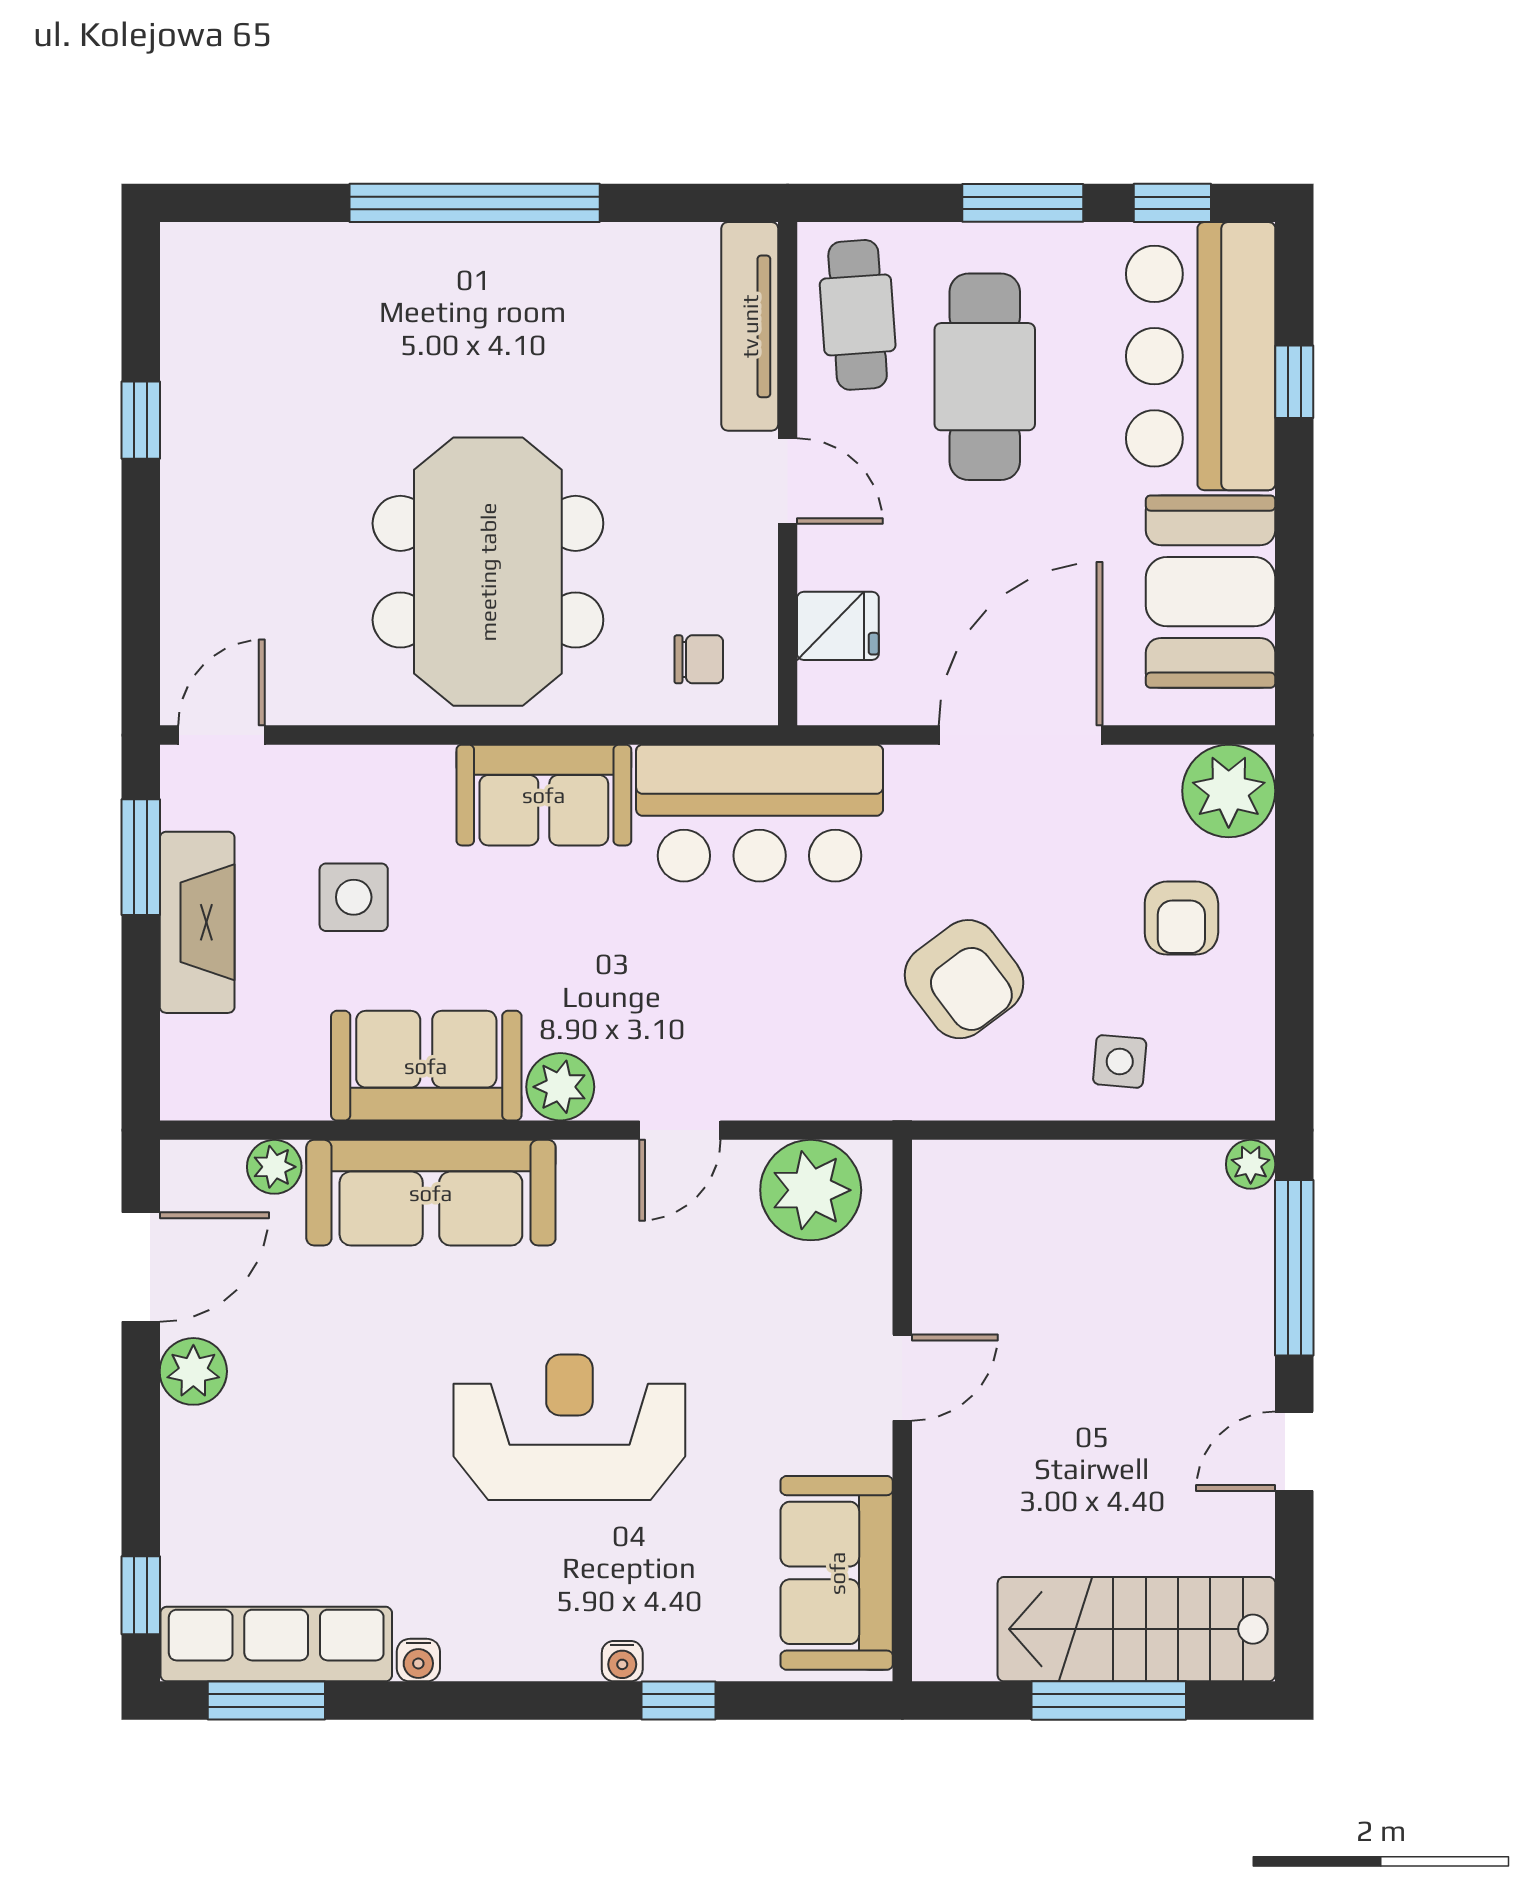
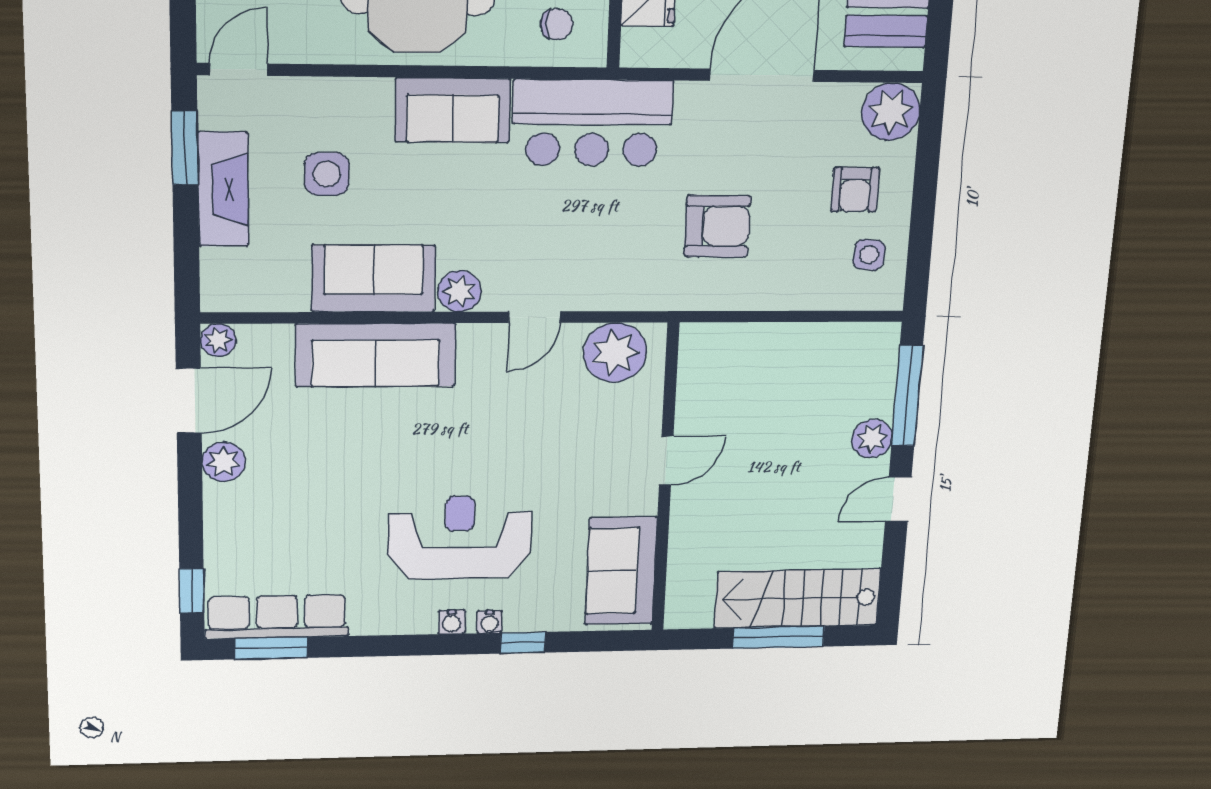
armchair: (964, 979) -> (717, 226), turned -53
side table: (1120, 1061) -> (869, 255), moved
plant: (1251, 1164) -> (872, 439), moved, width x1.38, depth x1.38
plant: (274, 1167) -> (218, 340), moved
reception desk: (569, 1427) -> (459, 538), moved
water cooler: (418, 1660) -> (452, 622), moved

